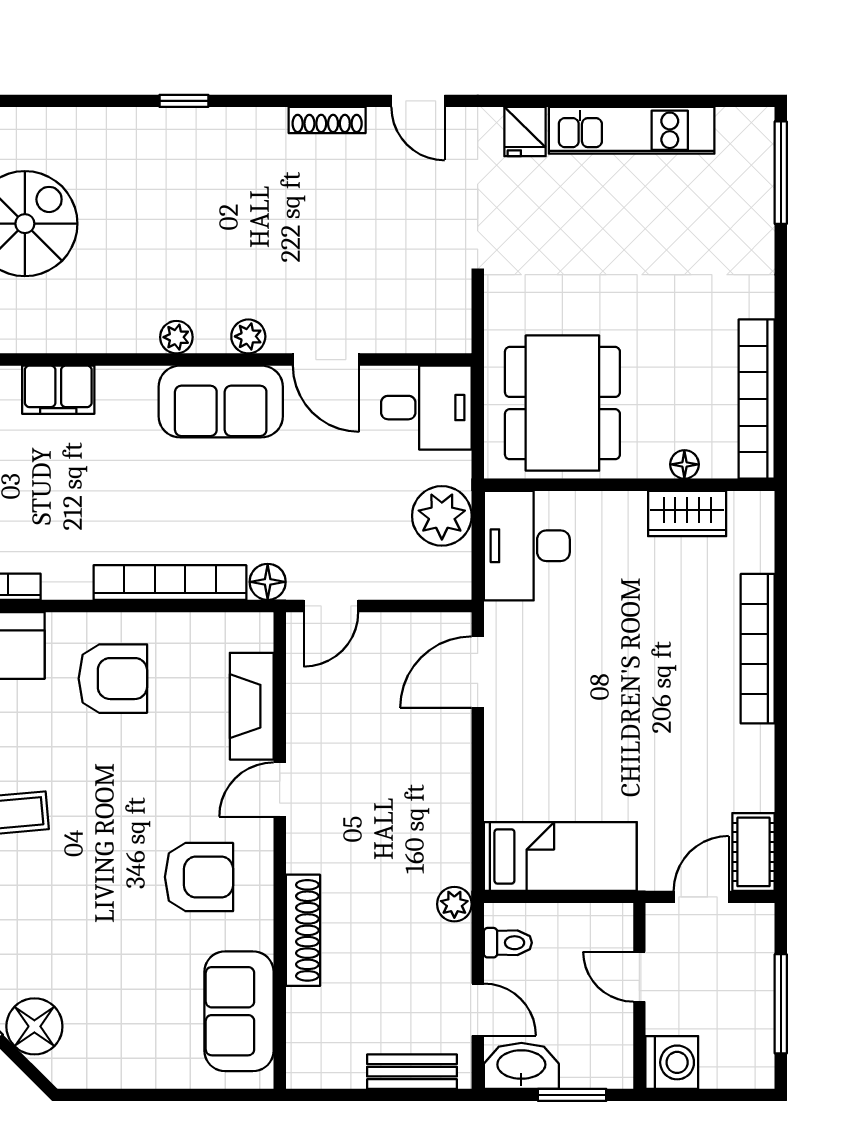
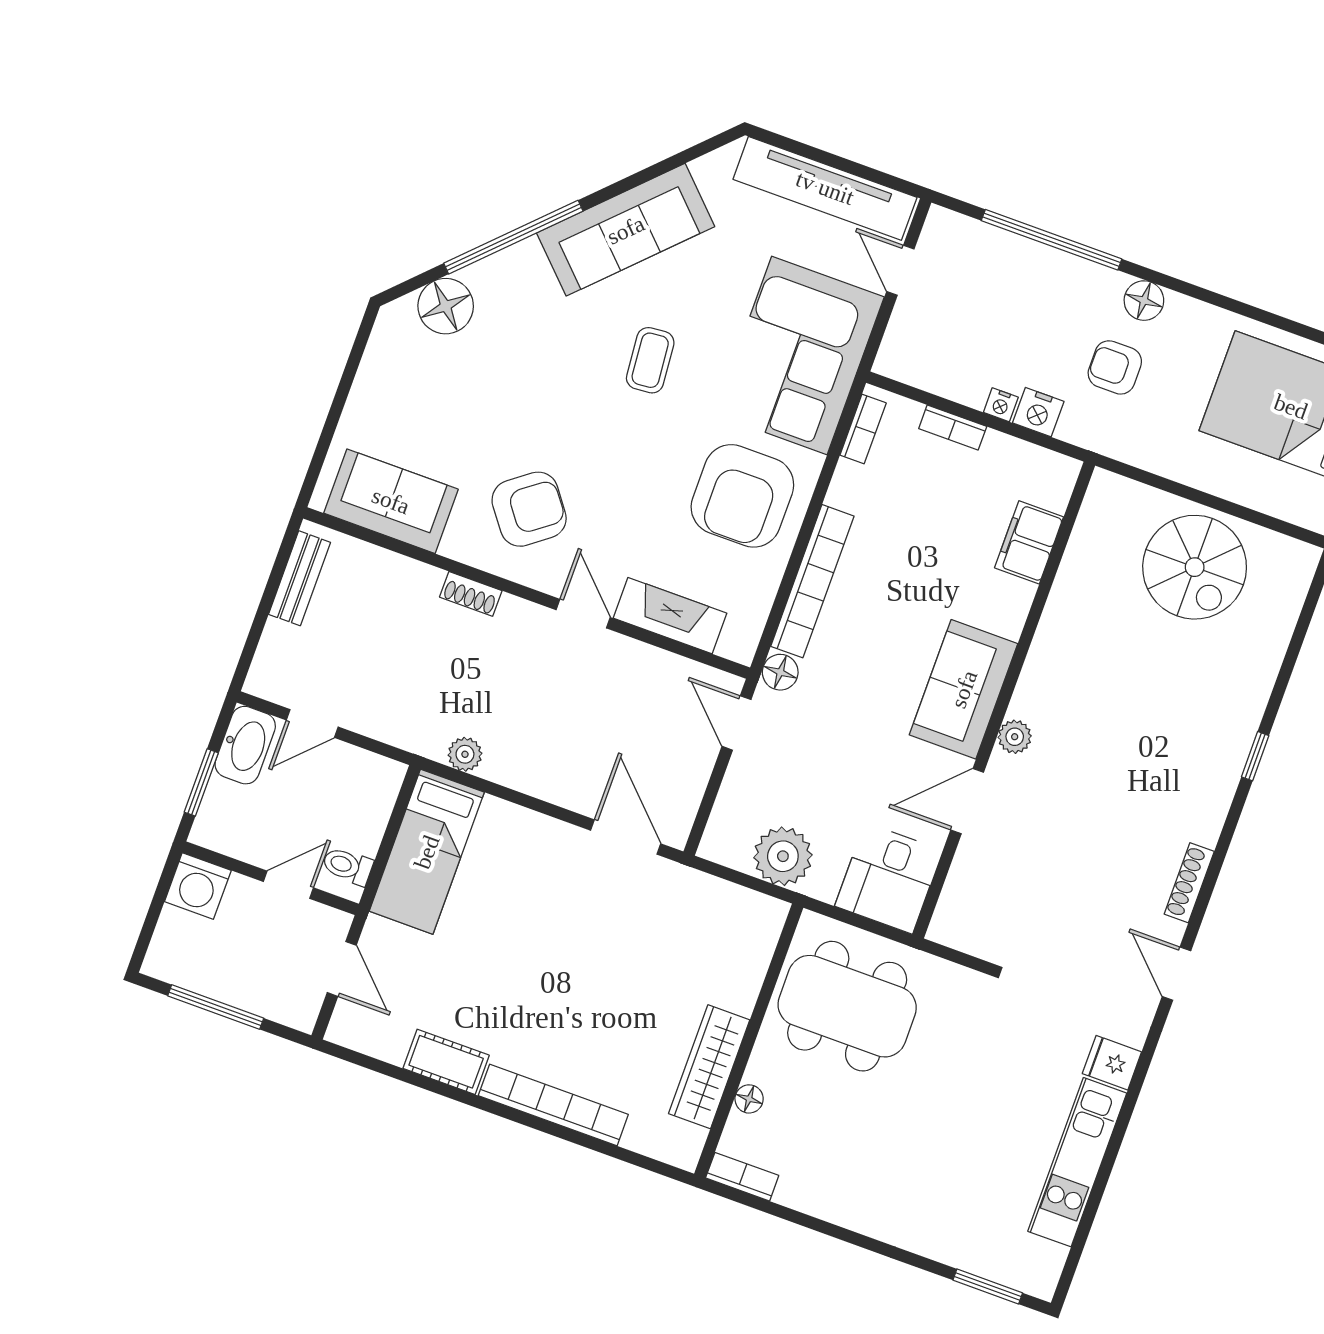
door: (418, 101) -> (1176, 974), hinge flipped
window: (781, 173) -> (988, 1286), width x0.69
plant: (176, 337) -> (1038, 670), removed
bookcase: (757, 399) -> (742, 1177), width x0.43, depth x0.76
wardrobe: (687, 513) -> (709, 1067), width x1.50
desk: (527, 546) -> (727, 925), removed
armchair: (113, 679) -> (742, 496), width x1.36, depth x1.36
cot: (754, 852) -> (446, 1062), moved
armchair: (199, 877) -> (529, 509), turned -127
plant: (454, 904) -> (465, 754), moved
shoe rack: (303, 930) -> (471, 594), width x0.51, depth x0.81
toilet: (508, 943) -> (347, 866), moved, turned 90
bench: (412, 1072) -> (300, 578), moved

